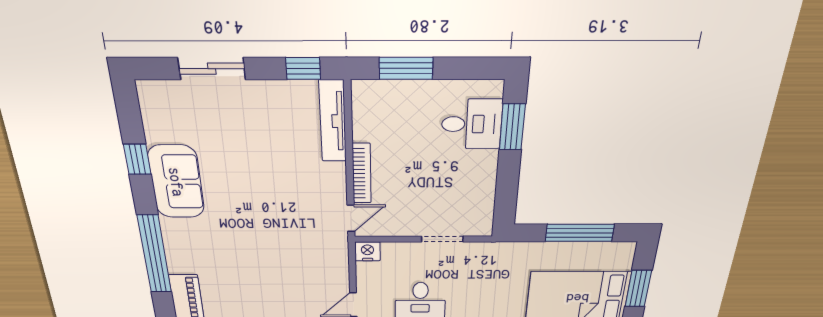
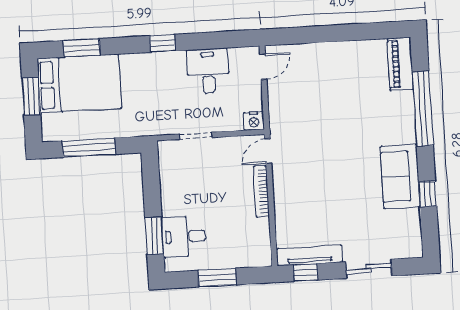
window: (406, 68) -> (217, 278), moved
tv unit: (333, 121) -> (310, 255), moved, turned -90

